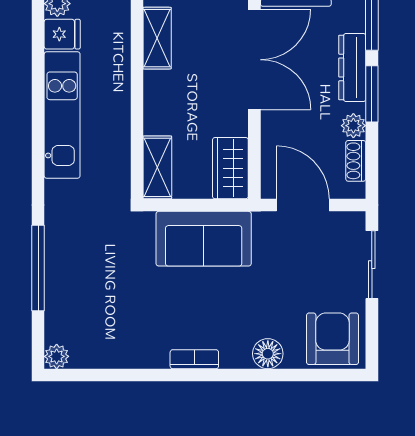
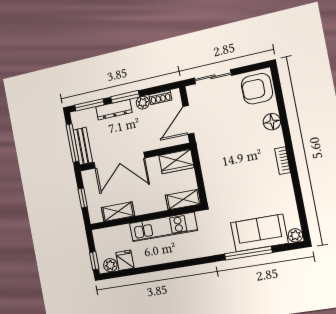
double door: (254, 60) -> (119, 160), swing flipped
kitchen unit: (62, 115) -> (163, 227), moved, turned 180
sofa: (204, 239) -> (259, 233), moved, turned -90

